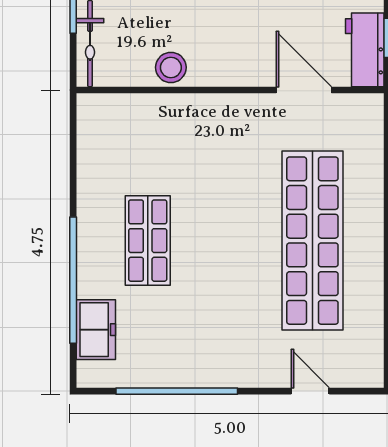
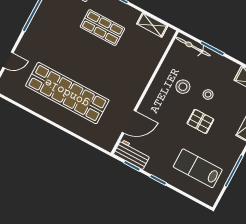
stool: (171, 67) -> (183, 87), moved
shelving: (91, 146) -> (152, 25), added

